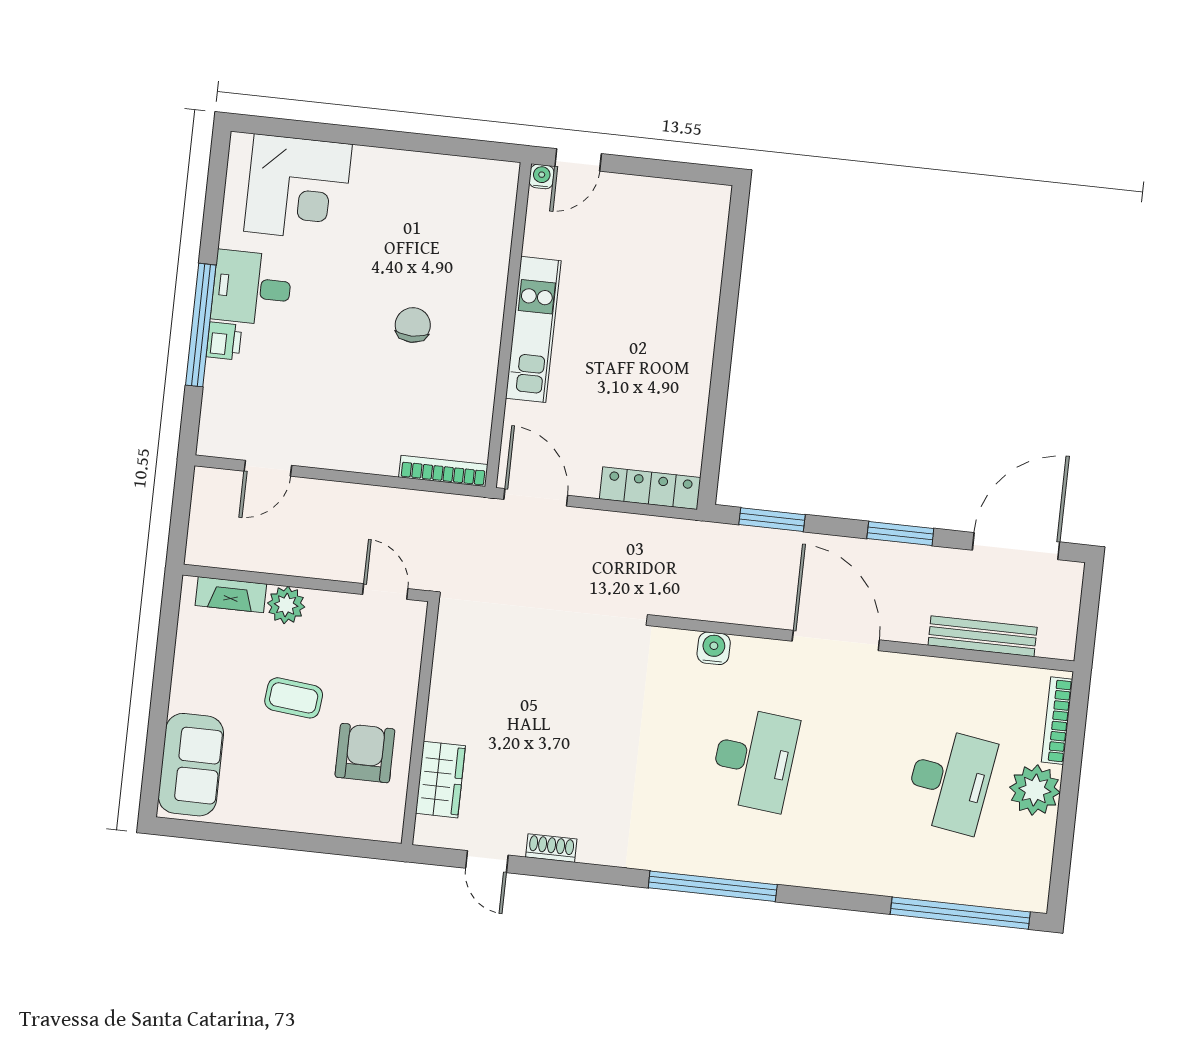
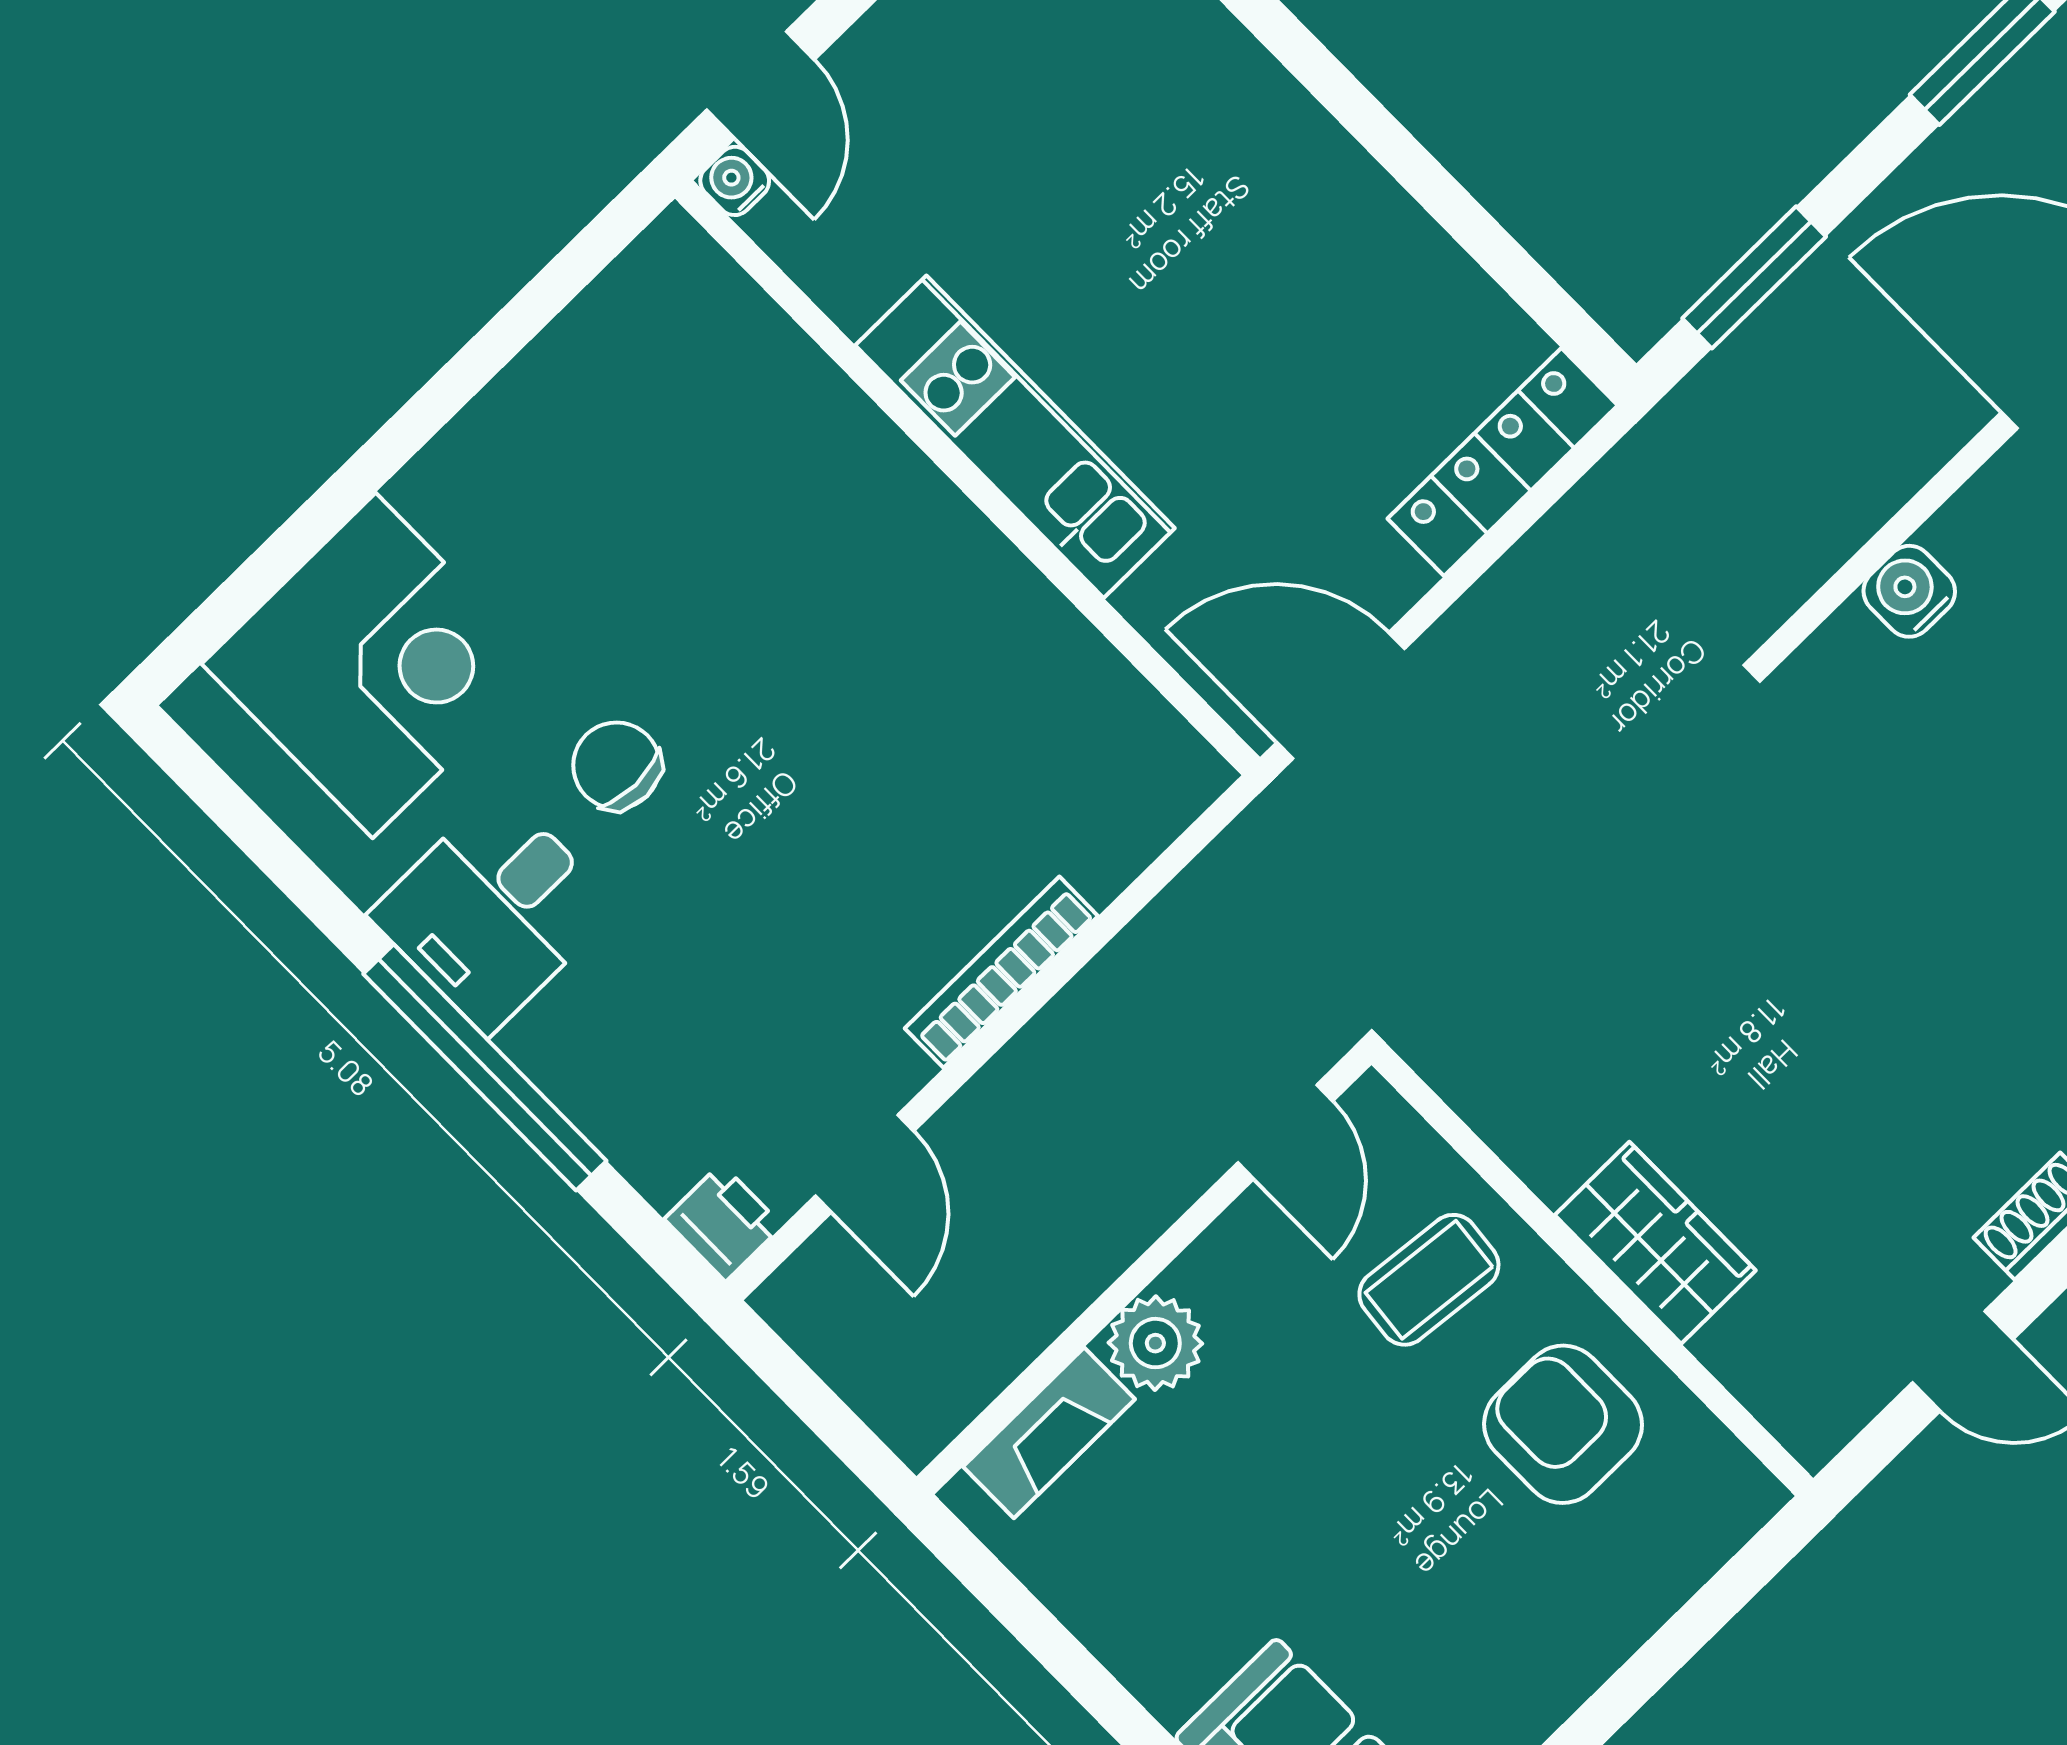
chair: (413, 325) -> (617, 765), moved
printer: (224, 341) -> (723, 1223), moved
bookcase: (443, 471) -> (1001, 972), moved
door: (385, 592) -> (1285, 1132), swing flipped
coffee table: (294, 698) -> (1429, 1280), moved
wardrobe: (440, 780) -> (1655, 1243), moved

